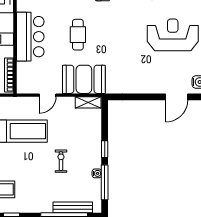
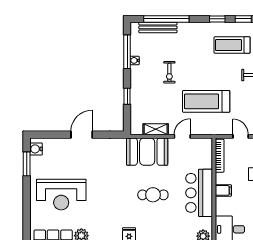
cafe table: (78, 35) -> (153, 195), turned 90
door: (177, 97) -> (82, 135), moved
shelving: (88, 102) -> (156, 129), moved
window: (105, 149) -> (127, 96), moved

